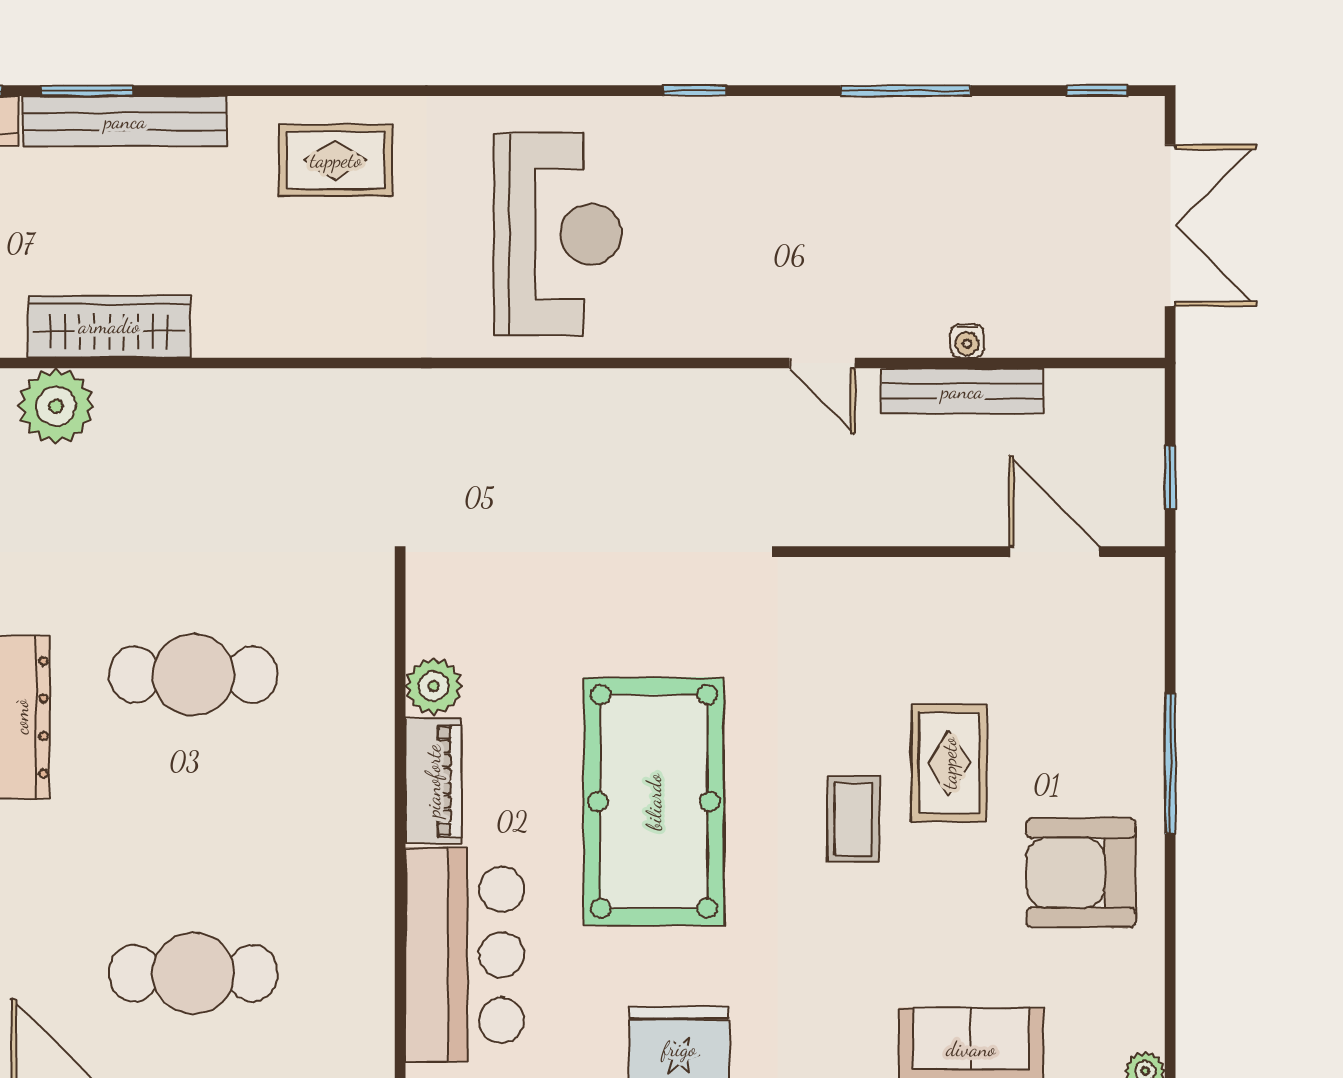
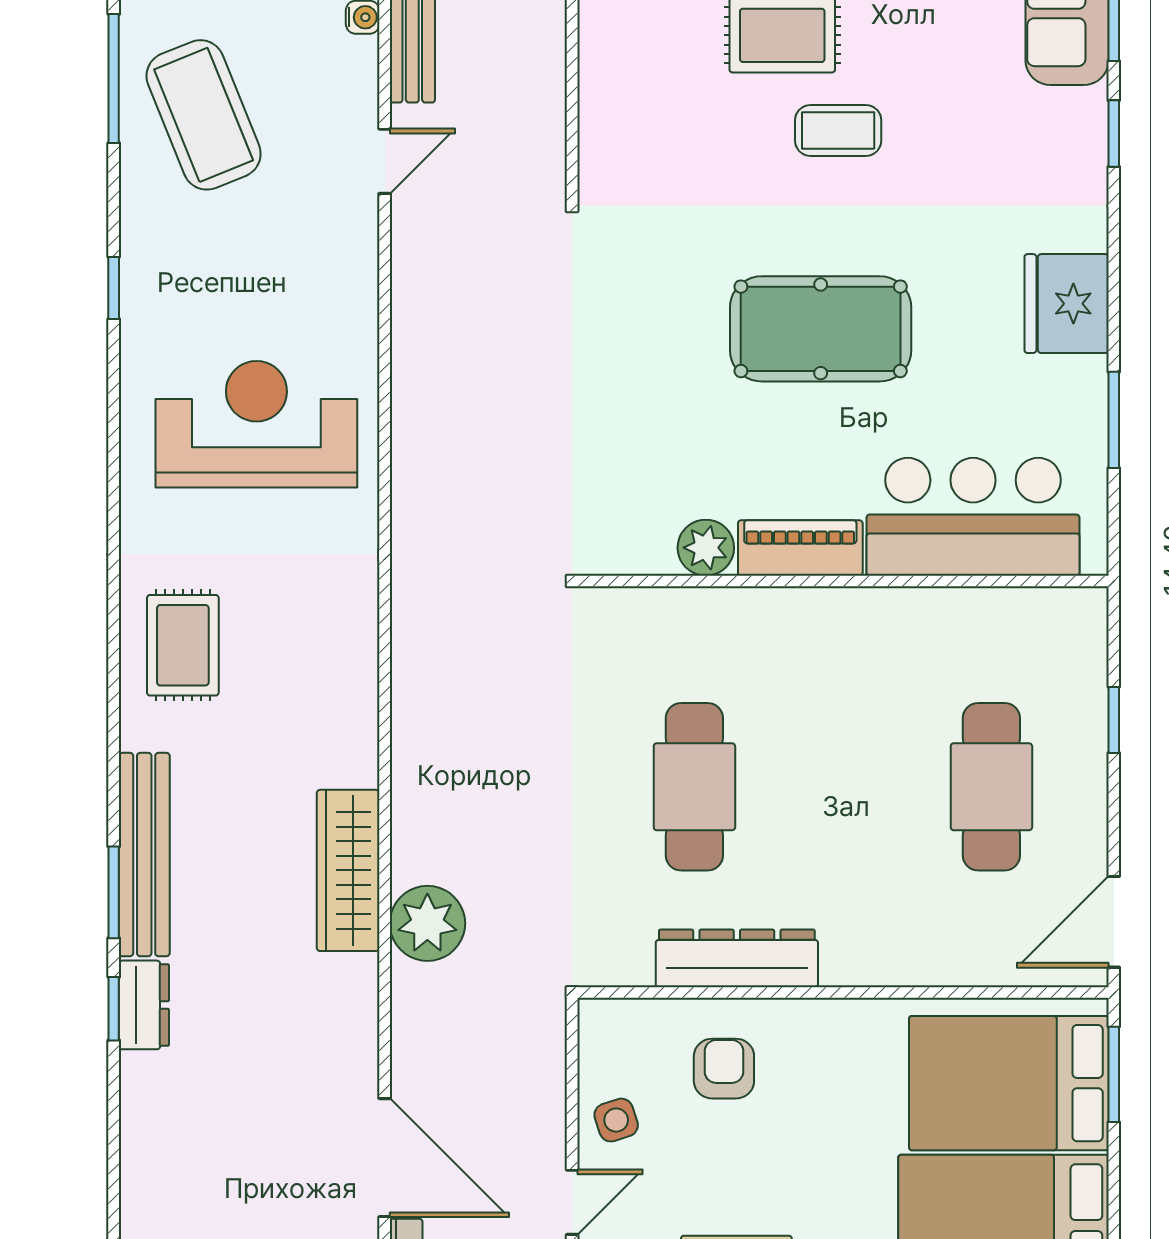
coffee table: (869, 181) -> (204, 115), added
pool table: (654, 802) -> (821, 329), width x0.73, depth x0.76

